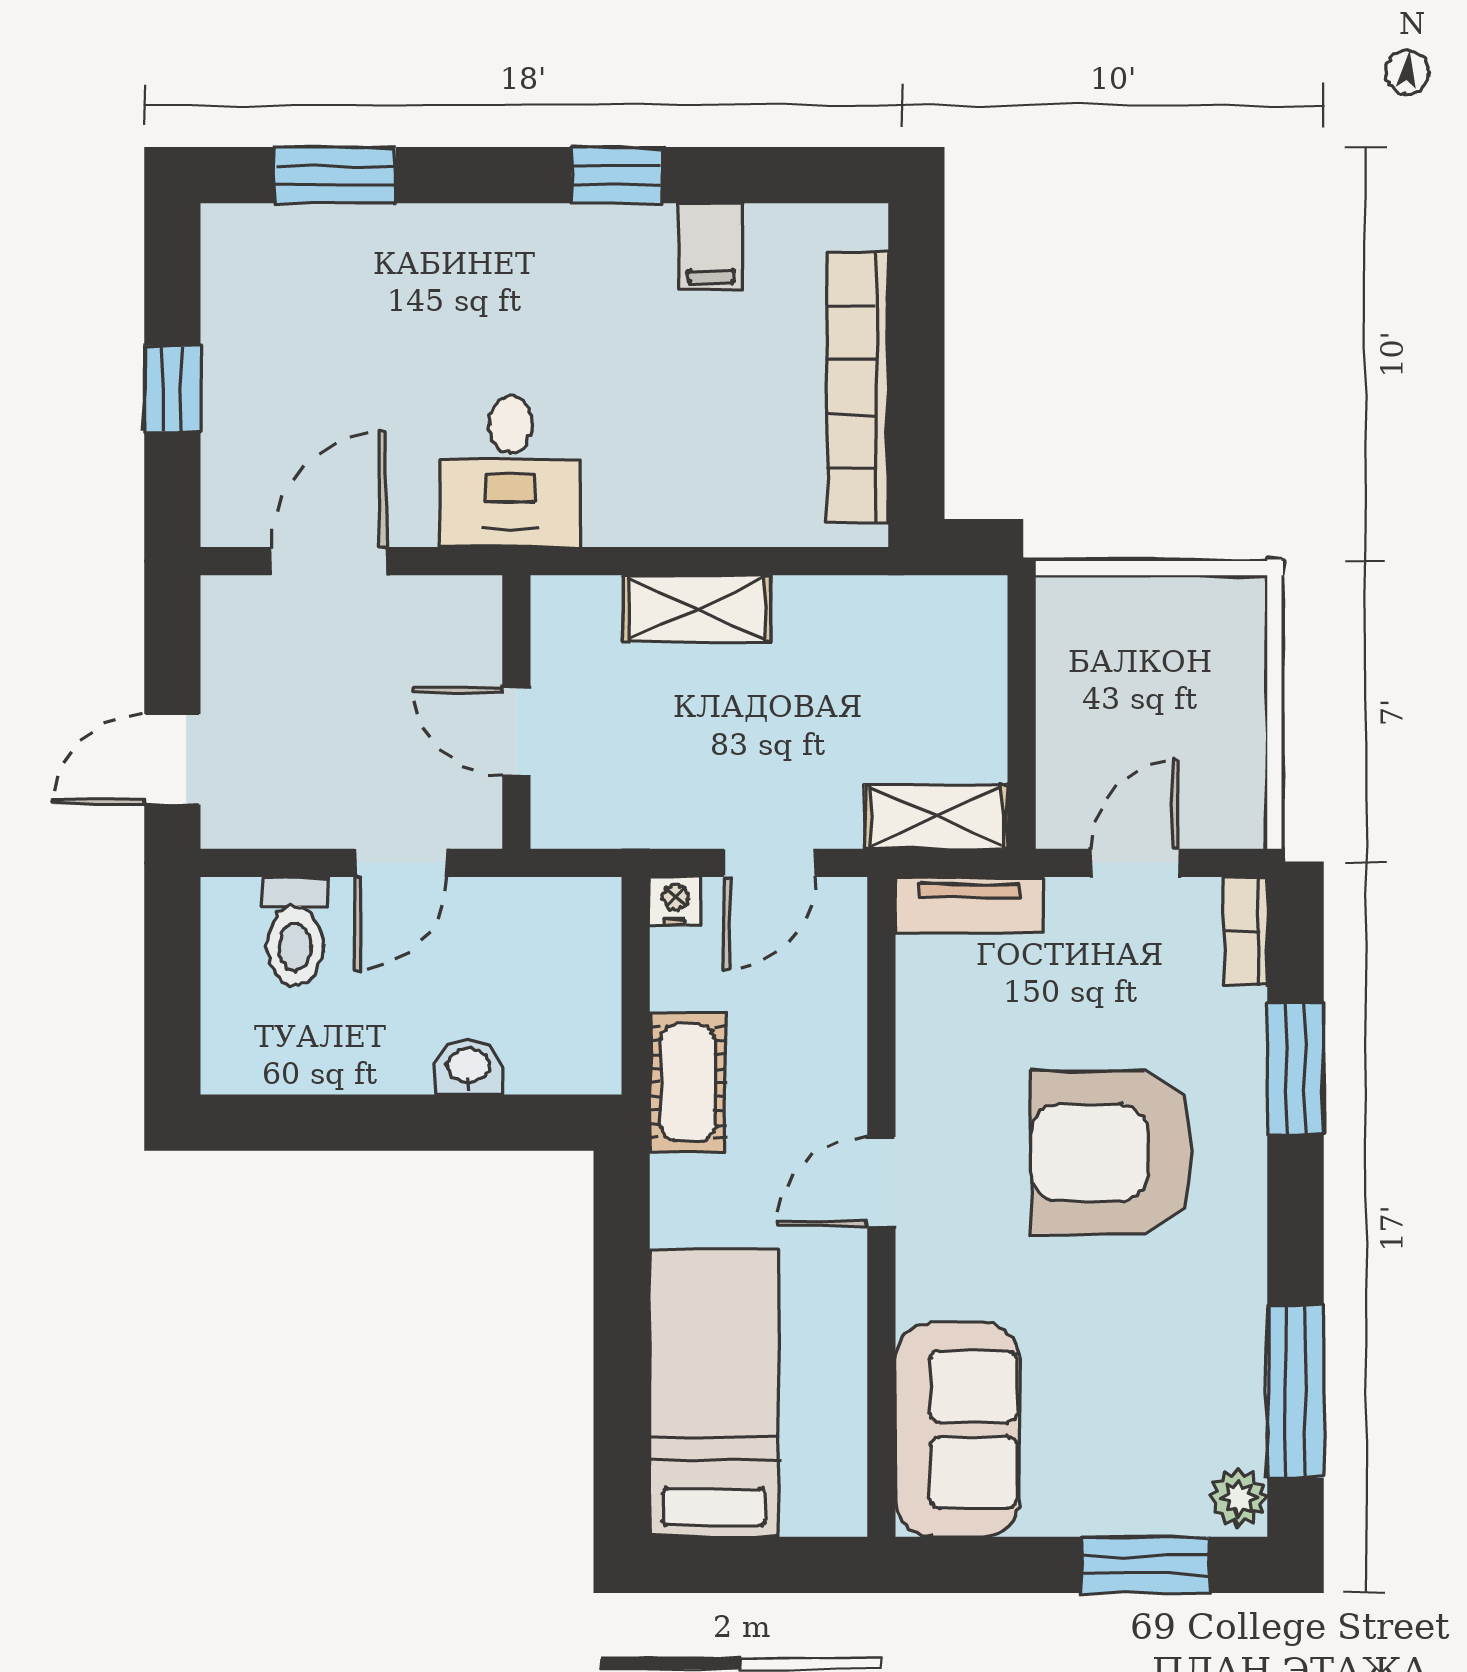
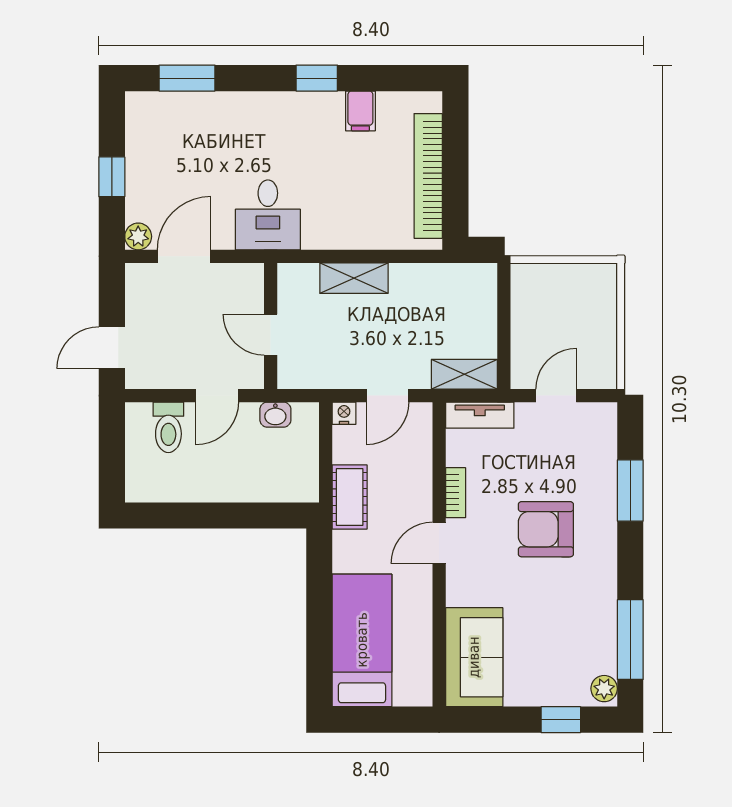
plant: (229, 518) -> (138, 236), added
bookcase: (1246, 931) -> (456, 493), moved, turned 180
washbasin: (468, 1067) -> (275, 415), moved, turned 180
armchair: (1113, 1152) -> (546, 529), width x0.73, depth x0.73
window: (1145, 1565) -> (561, 720), width x0.67

